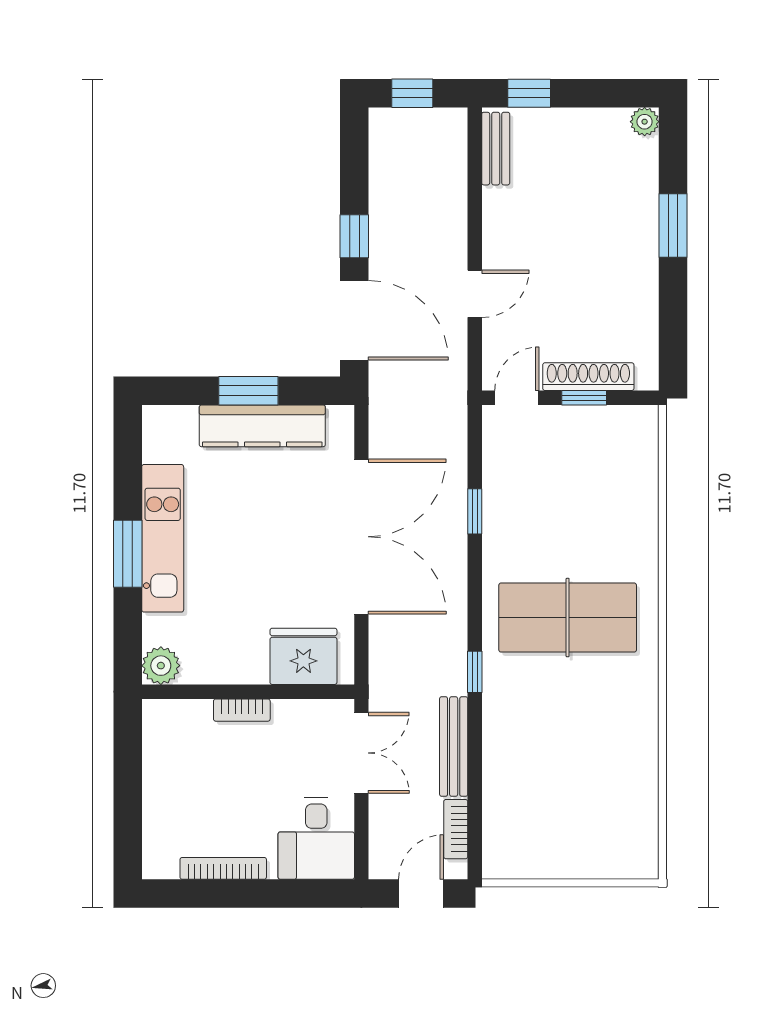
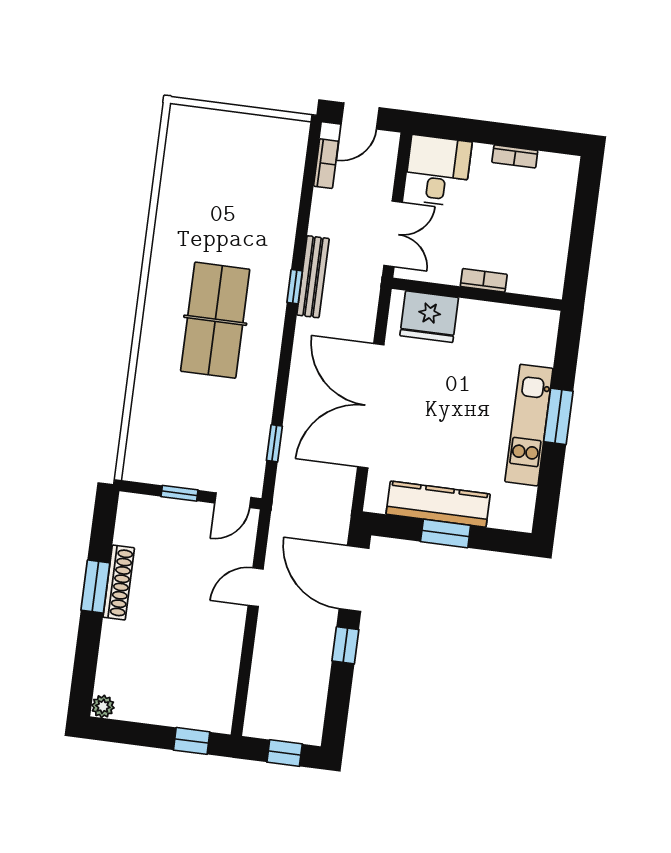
bench: (496, 149) -> (224, 700), removed
window: (673, 226) -> (95, 587), moved
shoe rack: (588, 377) -> (119, 583), moved, turned -90
window: (475, 511) -> (274, 443), moved
table tennis table: (568, 618) -> (215, 320), turned 90
plant: (161, 666) -> (544, 324), removed
bench: (454, 747) -> (313, 277), moved
double door: (361, 753) -> (393, 234), swing flipped
bookcase: (223, 868) -> (515, 156), width x0.64

